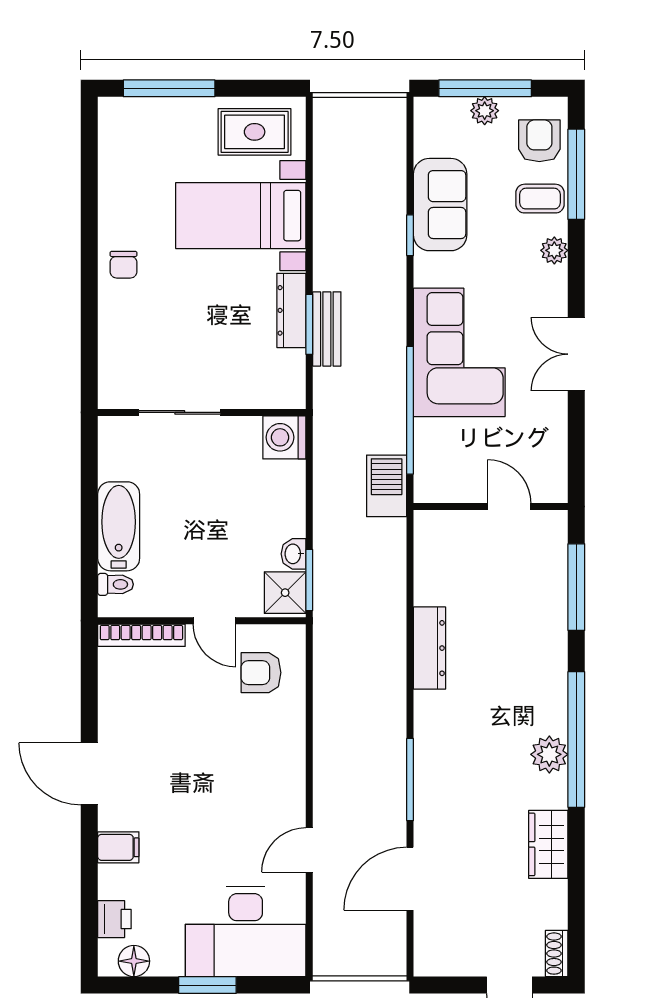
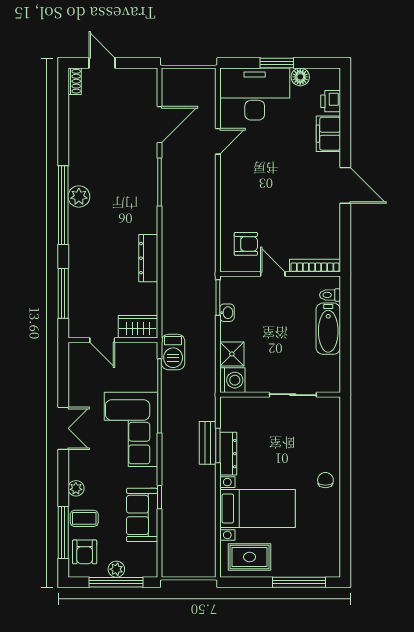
shower: (285, 593) -> (232, 354), moved
wardrobe: (548, 844) -> (138, 327), moved, turned -90
filing cabinet: (118, 847) -> (328, 134), width x2.00
floor lamp: (134, 961) -> (300, 77), moved

